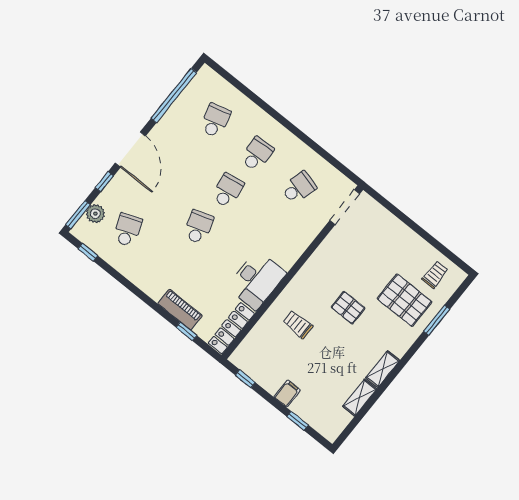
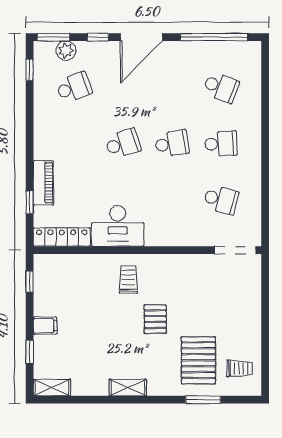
school desk: (215, 121) -> (221, 87), turned 36
trolley: (298, 324) -> (128, 279), moved
shelving: (360, 398) -> (52, 388), moved

